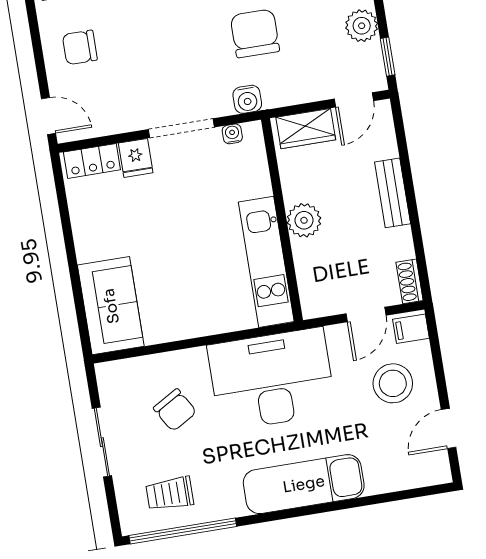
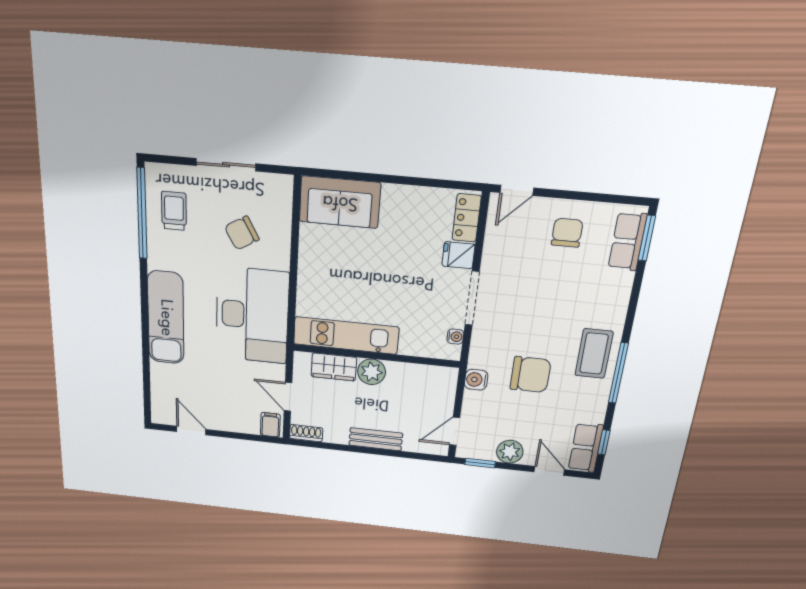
water cooler: (247, 99) -> (476, 380), moved
door: (354, 100) -> (455, 431), hinge flipped
wardrobe: (306, 129) -> (334, 367), moved, turned -90
stool: (393, 383) -> (232, 402), removed

